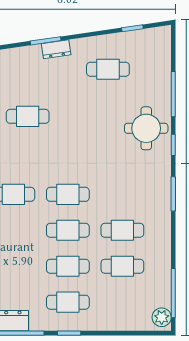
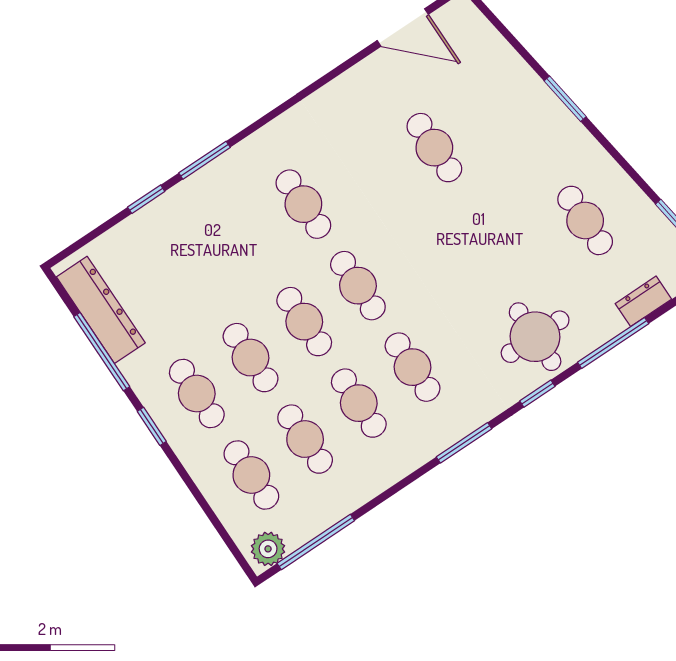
dresser: (56, 49) -> (643, 301), moved, turned 98
cafe table: (122, 194) -> (413, 367), added
cafe table: (122, 302) -> (251, 475), added

